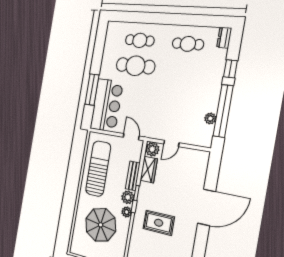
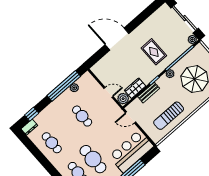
window: (230, 69) -> (32, 114), moved
cafe table: (179, 97) -> (82, 116), added
door: (131, 137) -> (131, 117), hinge flipped
sun lounger: (98, 169) -> (169, 116), width x0.73, depth x0.75
plant: (128, 197) -> (162, 82), removed

